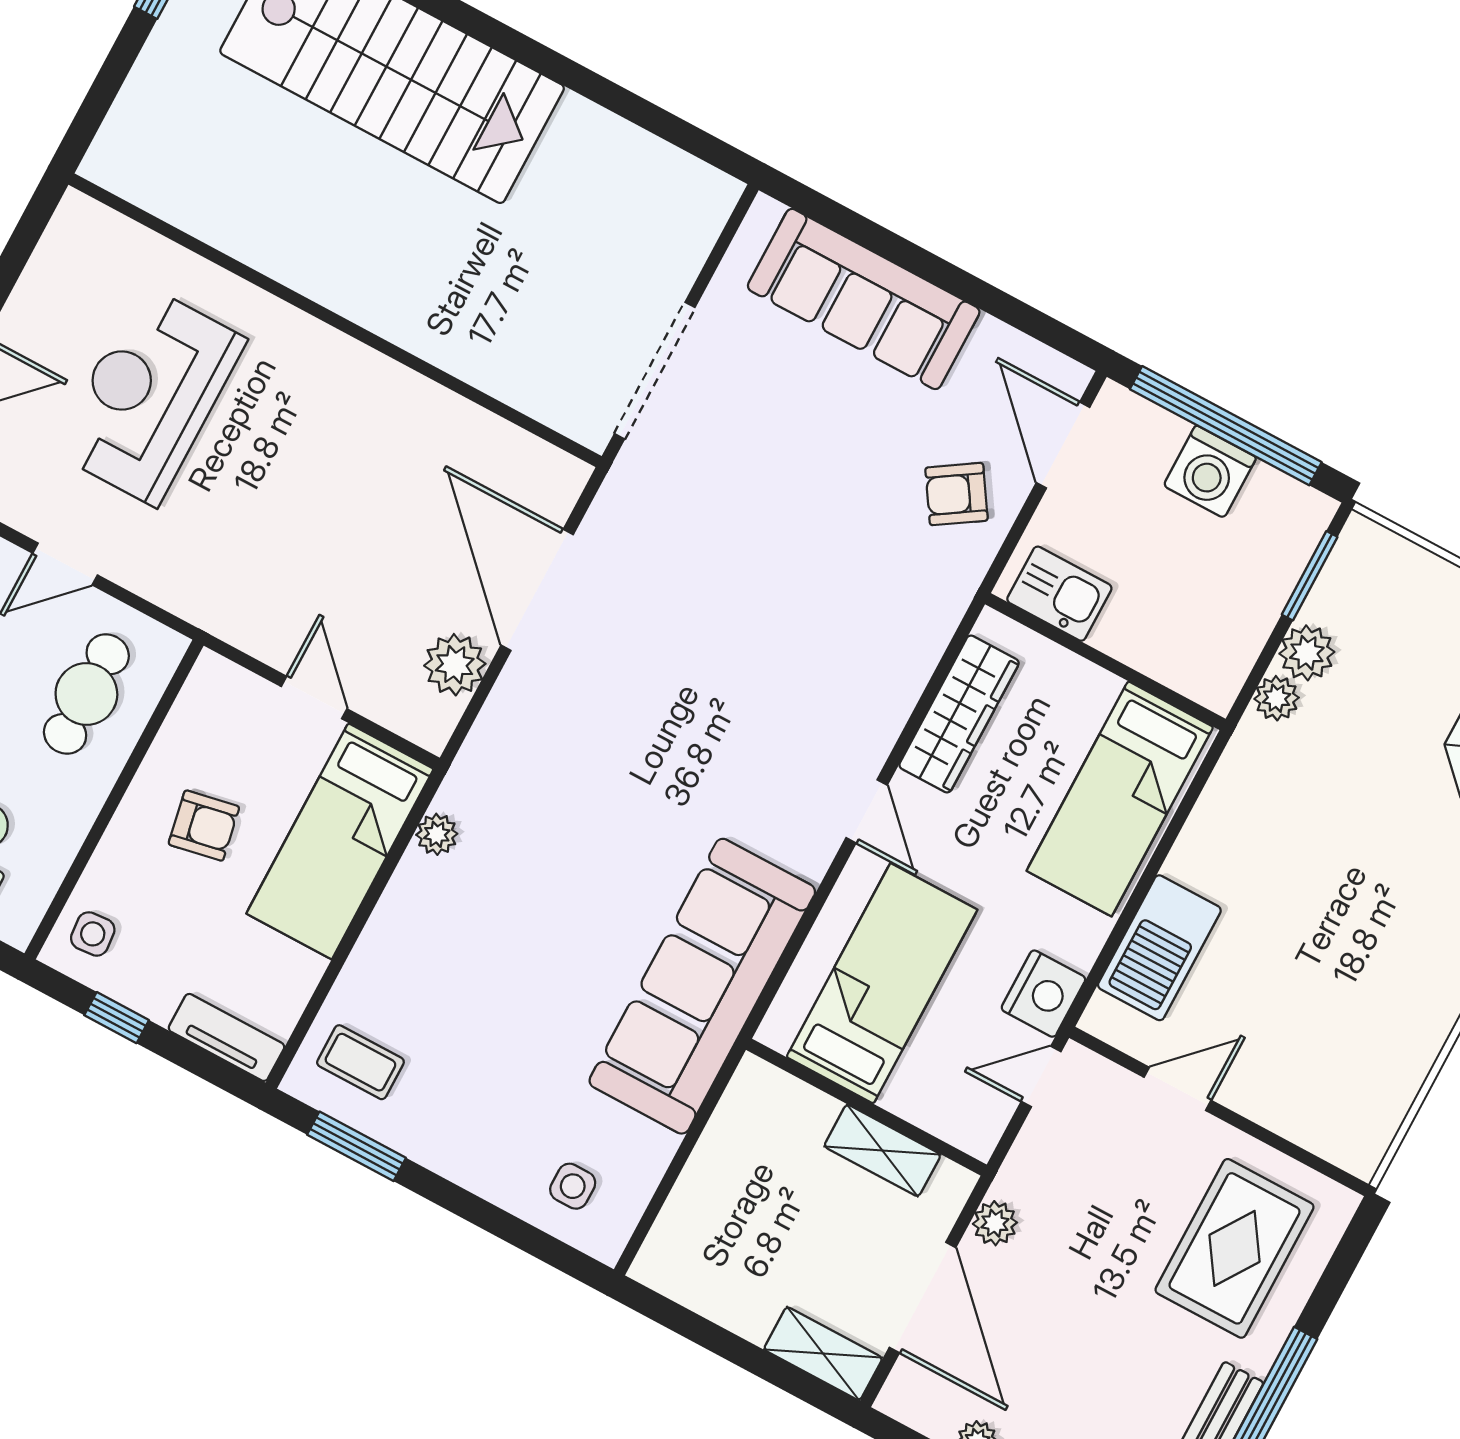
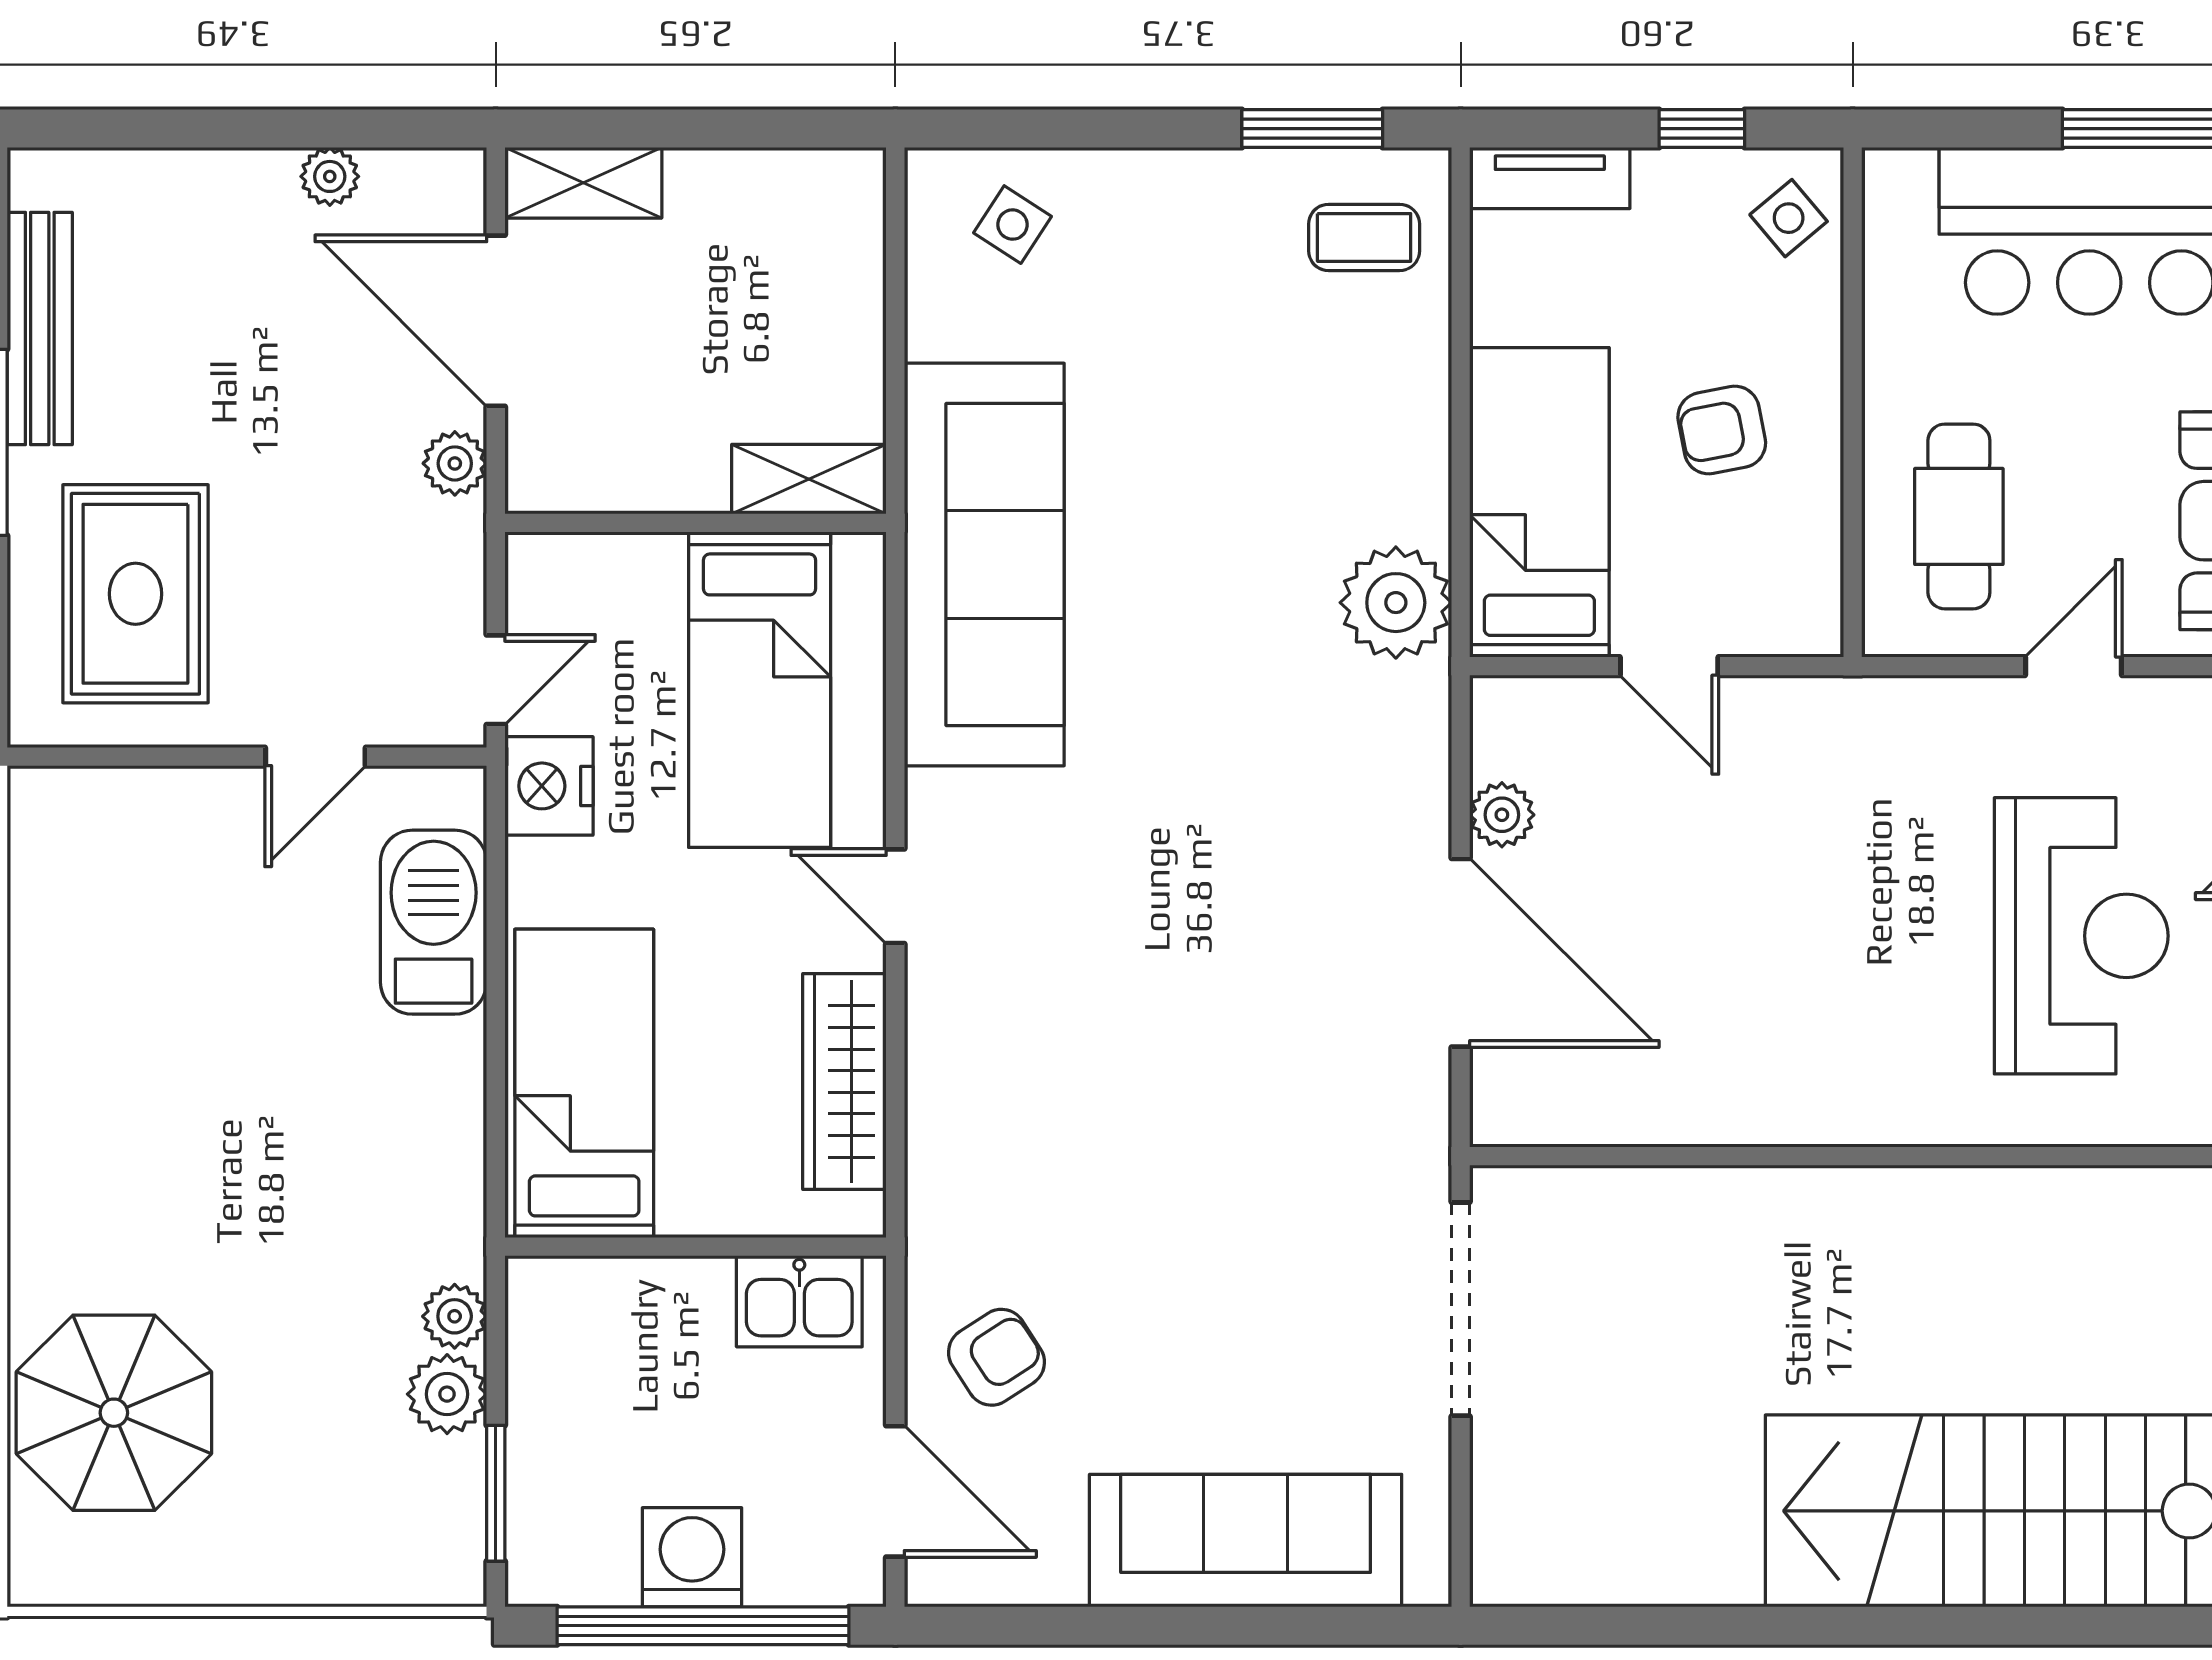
plant: (455, 665) -> (1502, 815), width x0.73, depth x0.73
plant: (437, 834) -> (1396, 603), width x1.87, depth x1.87
side table: (93, 934) -> (1789, 218), turned -35
shelving: (882, 1150) -> (809, 479), moved
side table: (573, 1186) -> (1013, 225), turned 33

